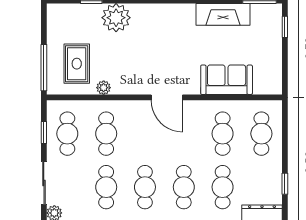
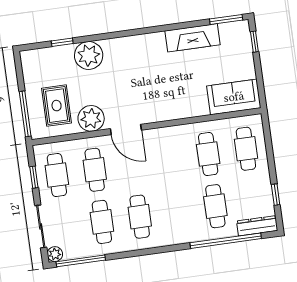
sofa: (227, 80) -> (234, 97), moved
plant: (104, 88) -> (91, 118), width x1.88, depth x1.88
door: (167, 97) -> (126, 129), moved
cafe table: (184, 187) -> (178, 211), removed

